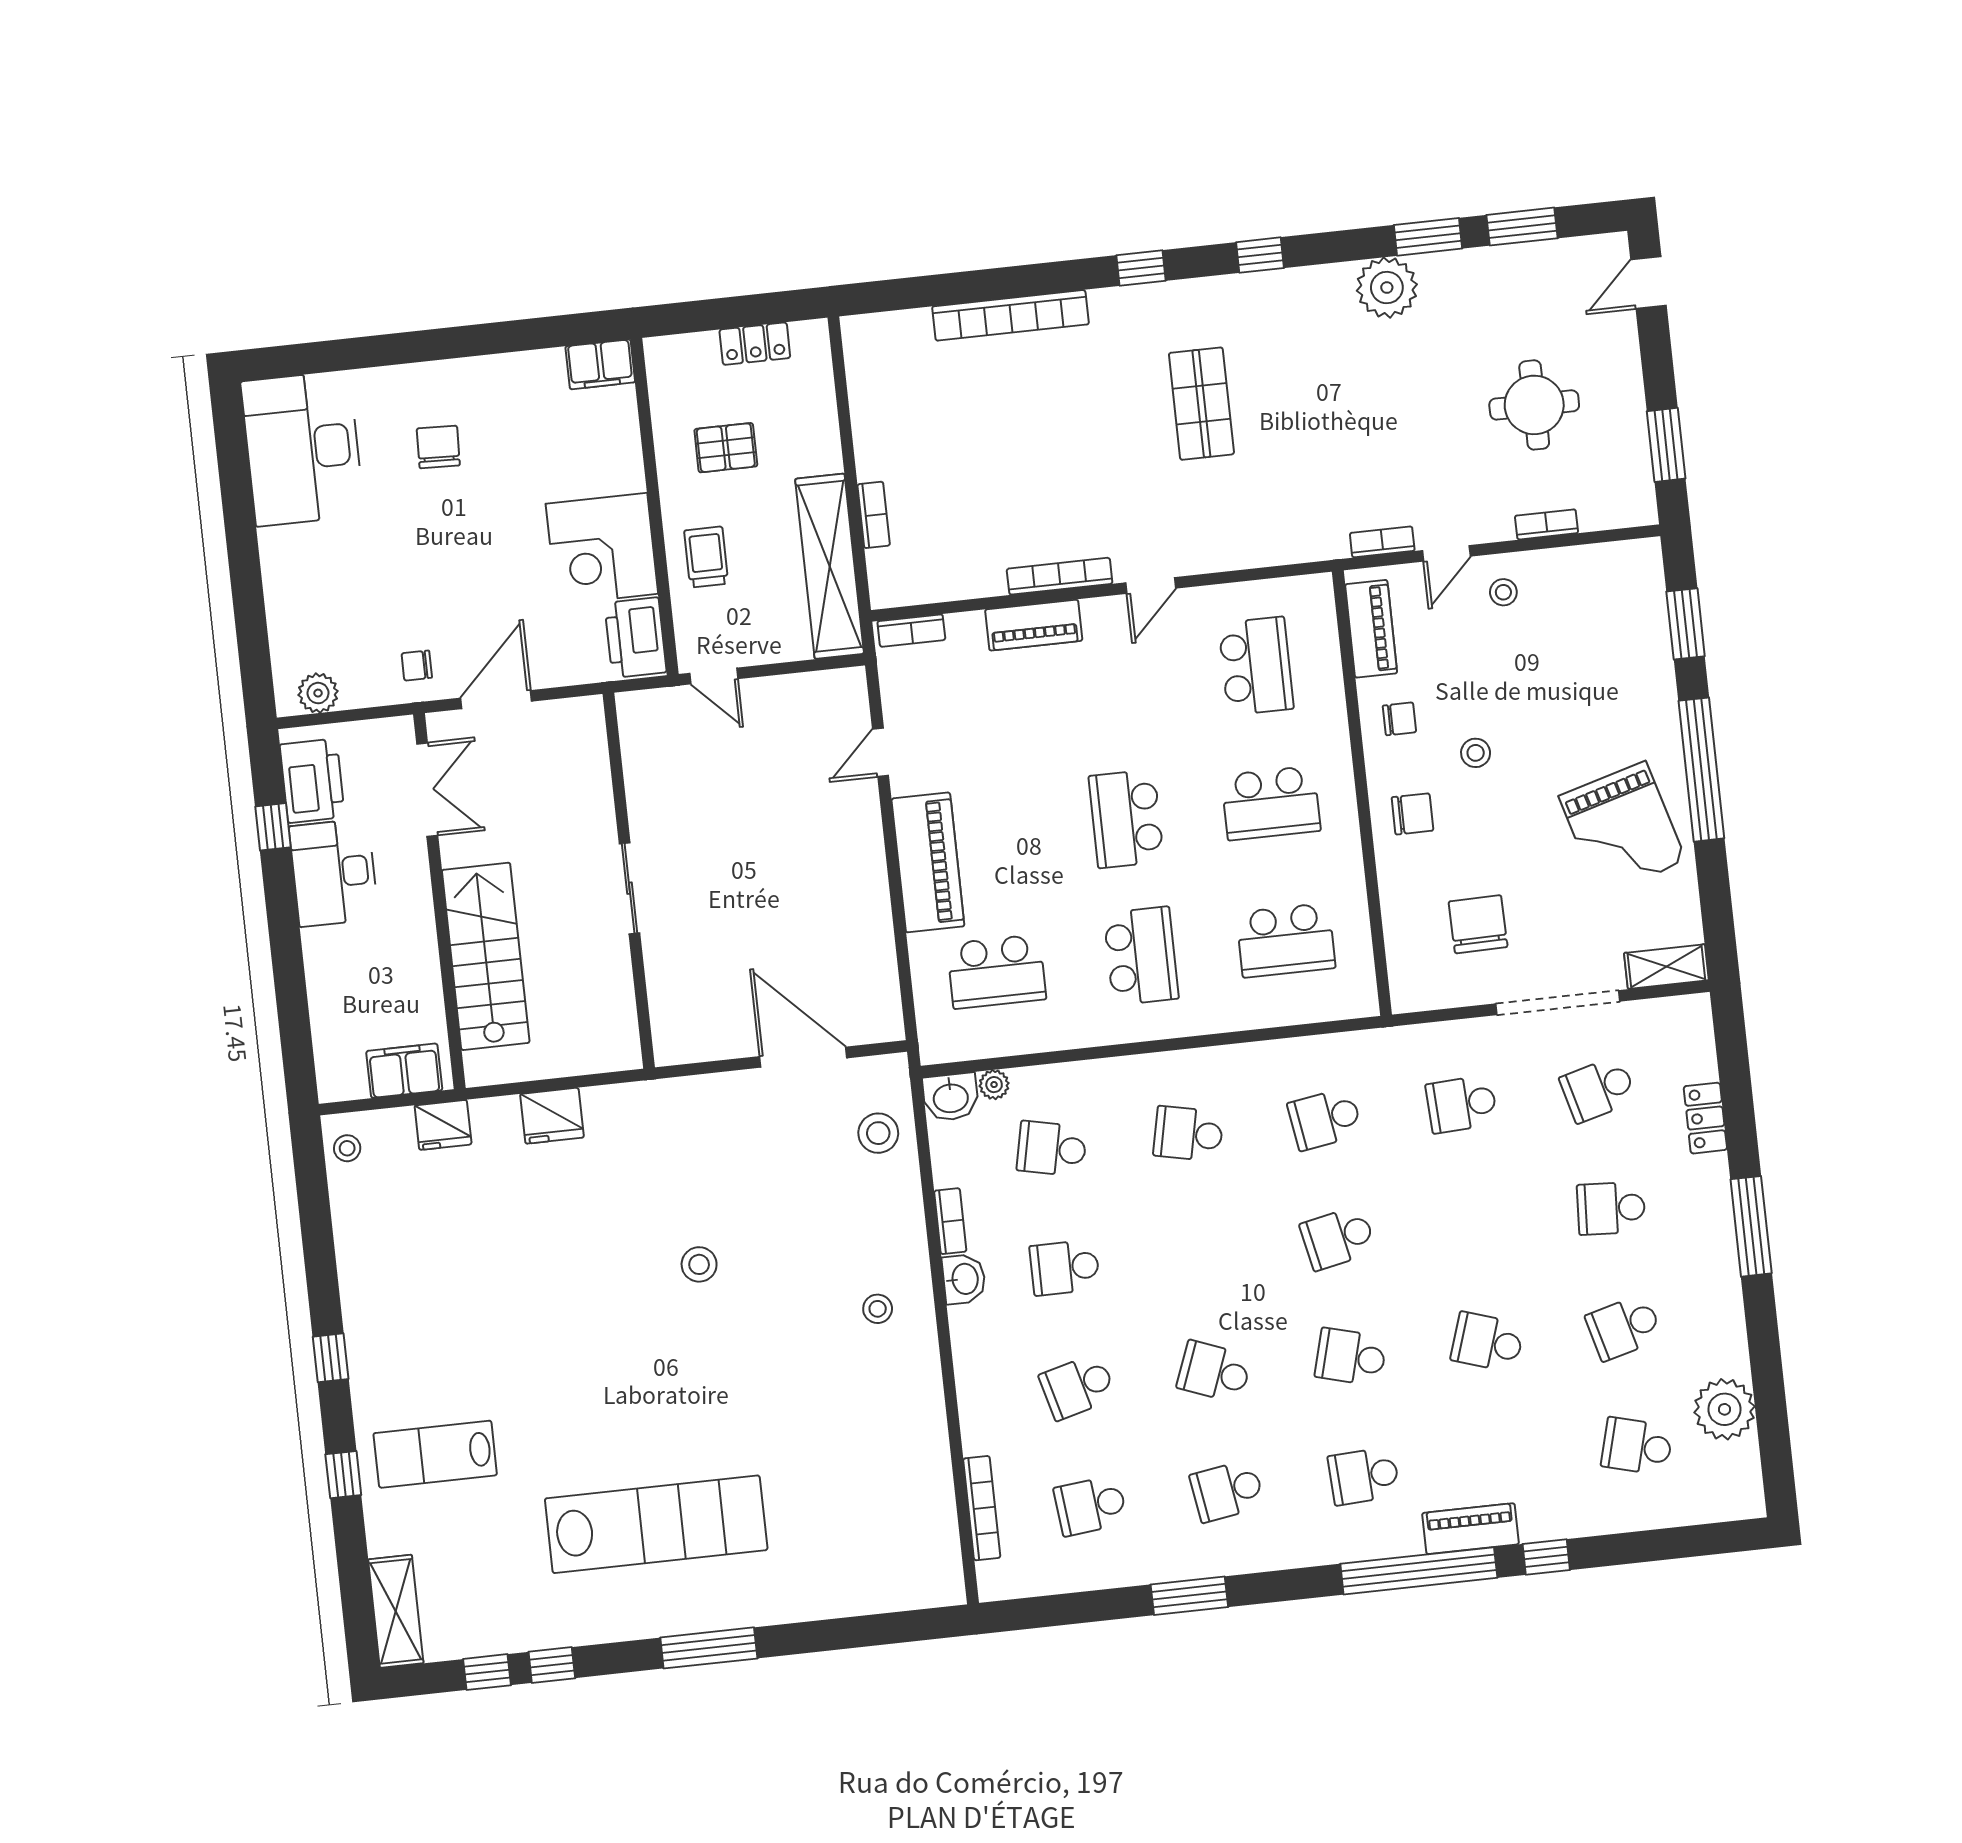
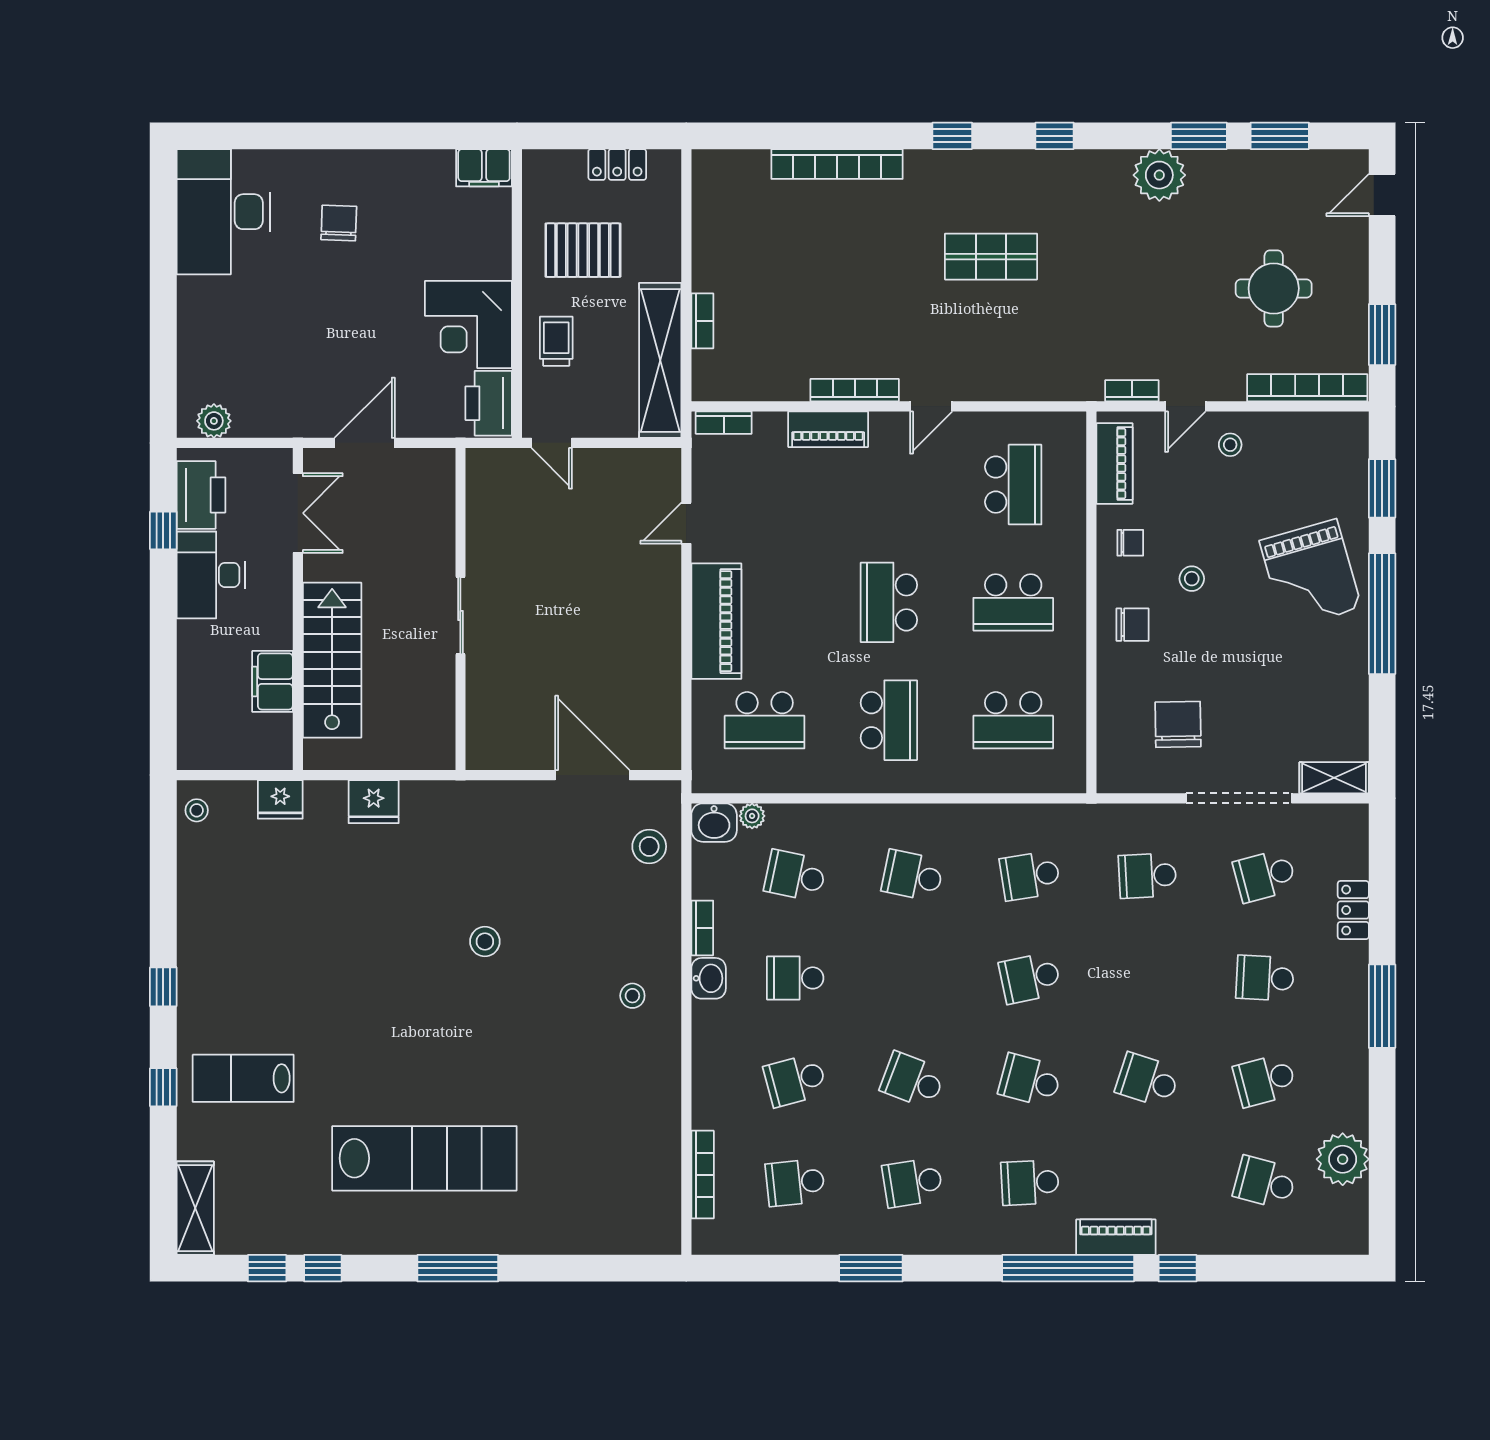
shop shelf: (1201, 404) -> (991, 257), turned 90
pallet: (726, 448) -> (583, 250), width x1.50, depth x1.42
bookcase: (1547, 524) -> (1307, 388), width x2.31, depth x1.31
chair: (417, 666) -> (300, 407), removed
grand piano: (1622, 829) -> (1311, 574), moved
filing cabinet: (404, 1071) -> (272, 681), moved, turned -90

